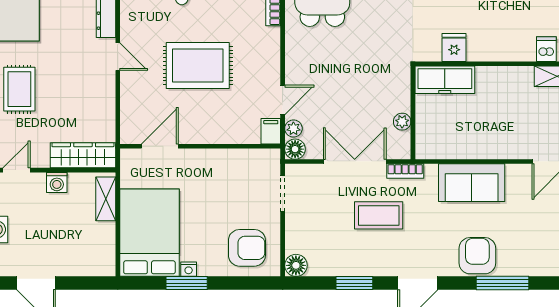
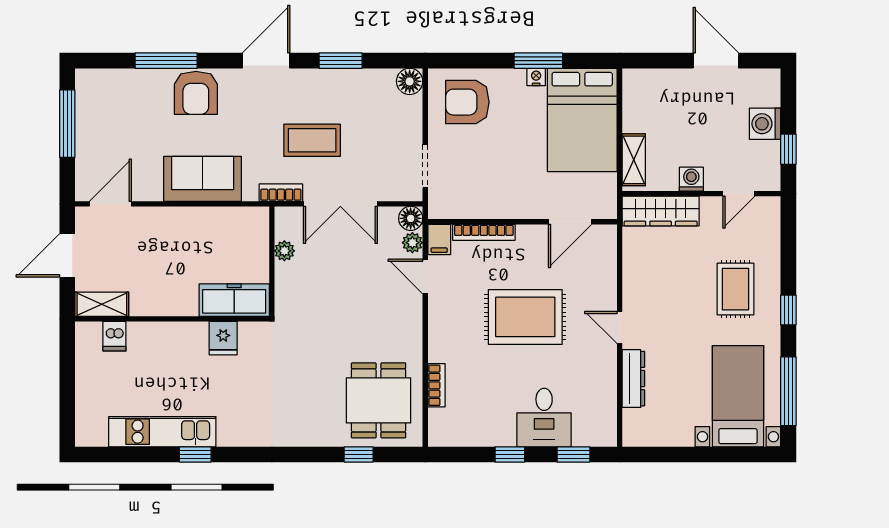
door: (283, 100) -> (425, 276), hinge flipped
bookcase: (233, 137) -> (484, 232), added

